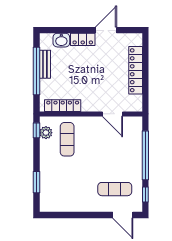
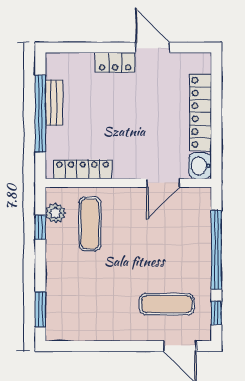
door: (106, 30) -> (153, 47), hinge flipped
washbasin: (61, 40) -> (200, 166), moved, turned 90
door: (113, 114) -> (163, 183), hinge flipped
window: (36, 130) -> (40, 227), moved
window: (36, 182) -> (40, 309), moved

